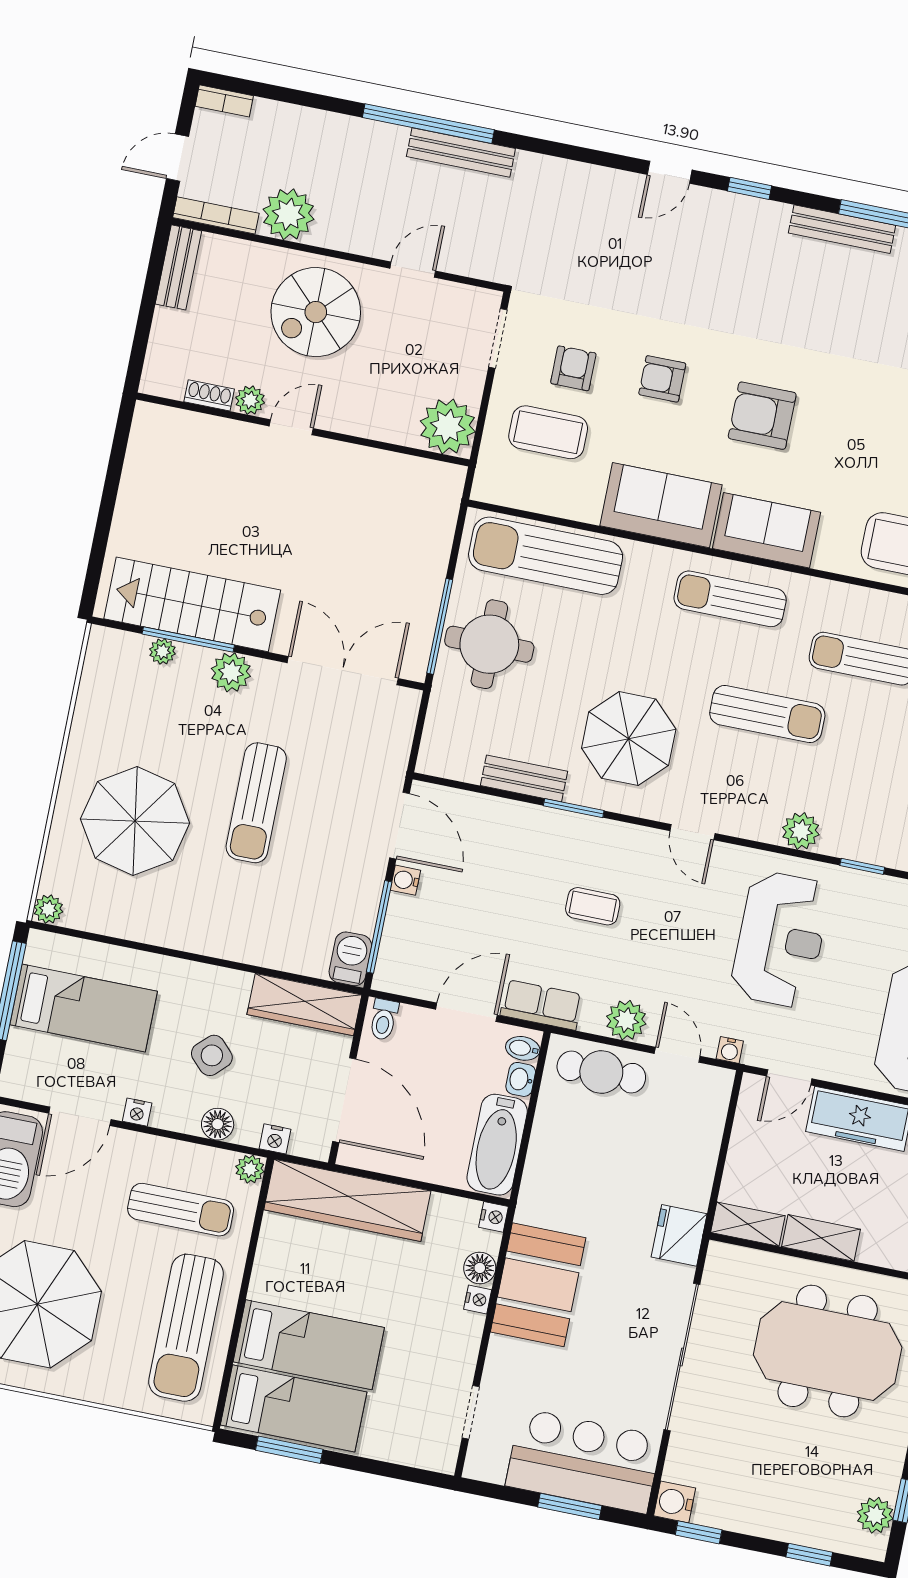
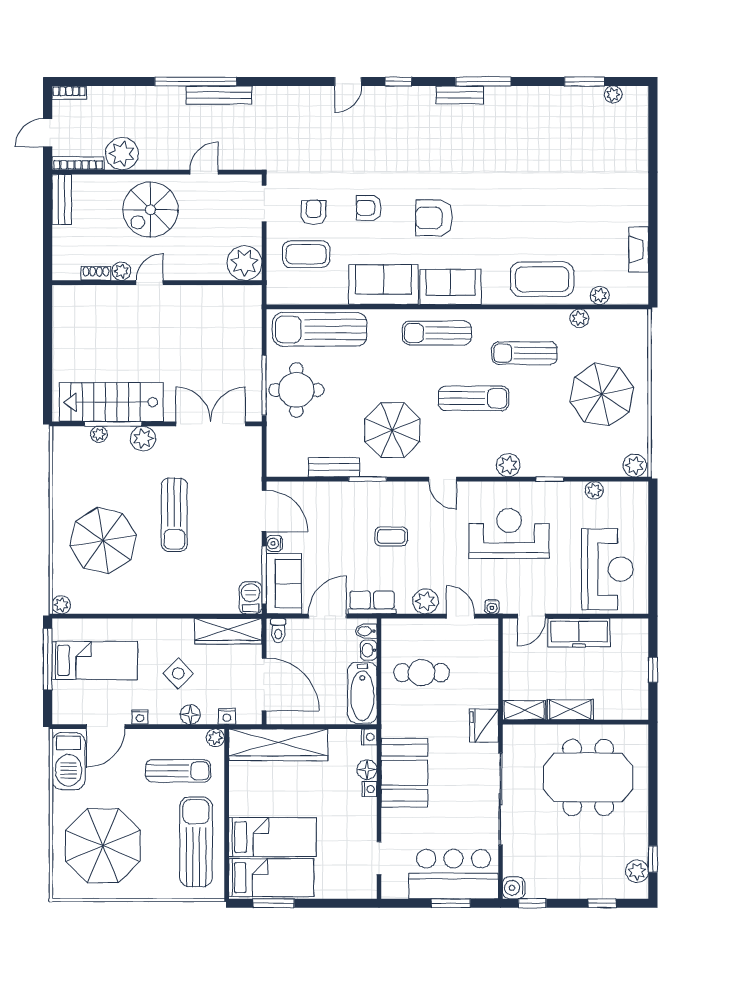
bench: (842, 229) -> (460, 95), width x0.73
reception desk: (780, 939) -> (509, 533), turned -90
sofa: (408, 947) -> (284, 584), added
cafe table: (601, 1072) -> (422, 673), moved
sun lounger: (186, 1328) -> (196, 842), turned 180

